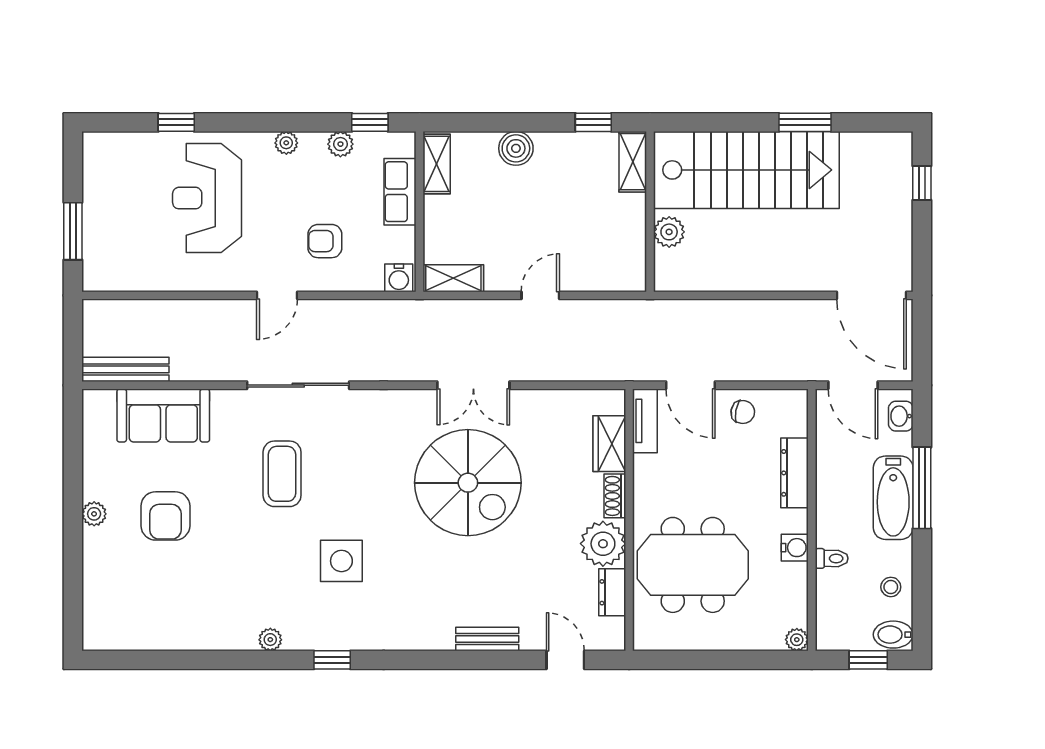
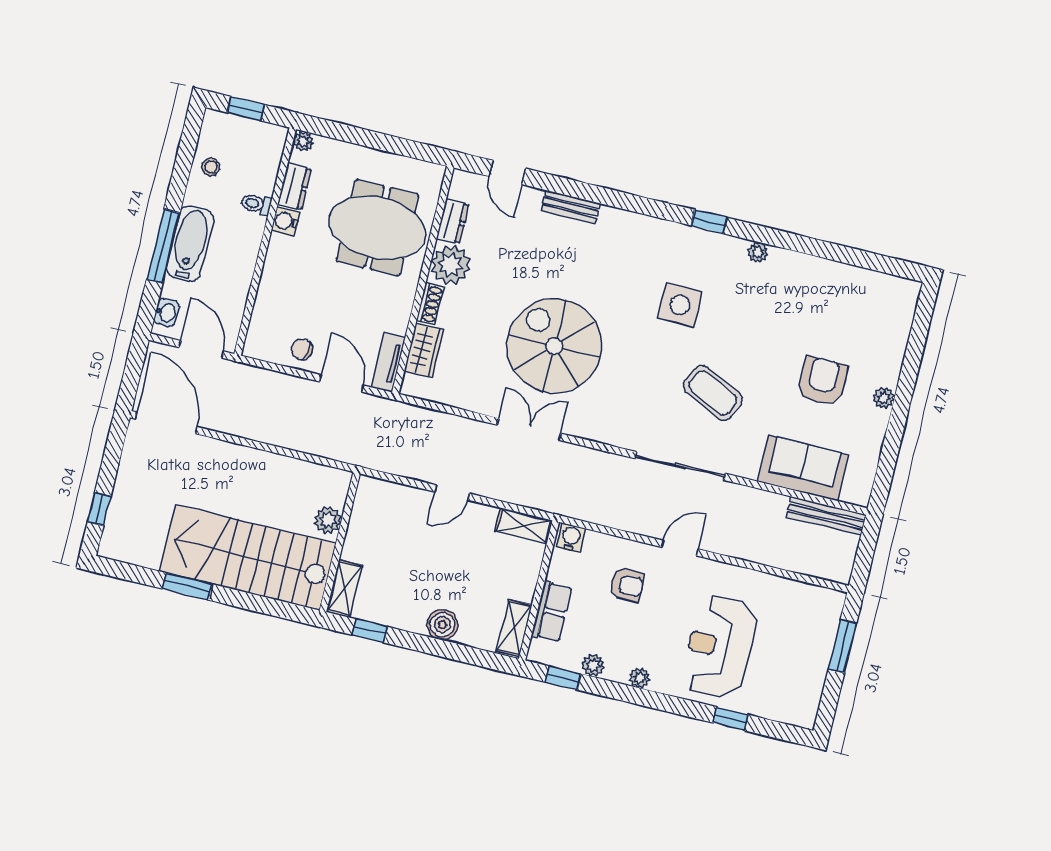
reception desk: (207, 198) -> (720, 647), turned 180
dresser: (794, 473) -> (294, 187), moved, width x0.70
coffee table: (282, 474) -> (713, 393), turned -64
bidet: (893, 635) -> (219, 125), removed

